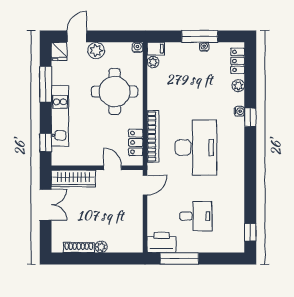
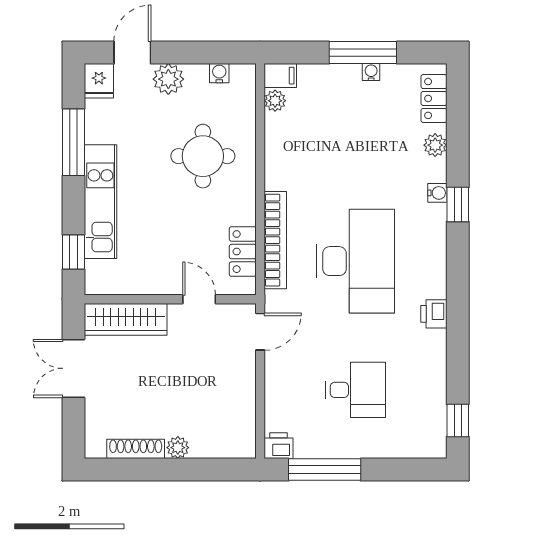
water cooler: (137, 47) -> (219, 73), moved
round table: (115, 92) -> (203, 156), width x0.73, depth x0.73
printer: (238, 176) -> (434, 314), added
double door: (46, 205) -> (73, 368), swing flipped
printer: (161, 242) -> (279, 446), width x0.53, depth x0.68

